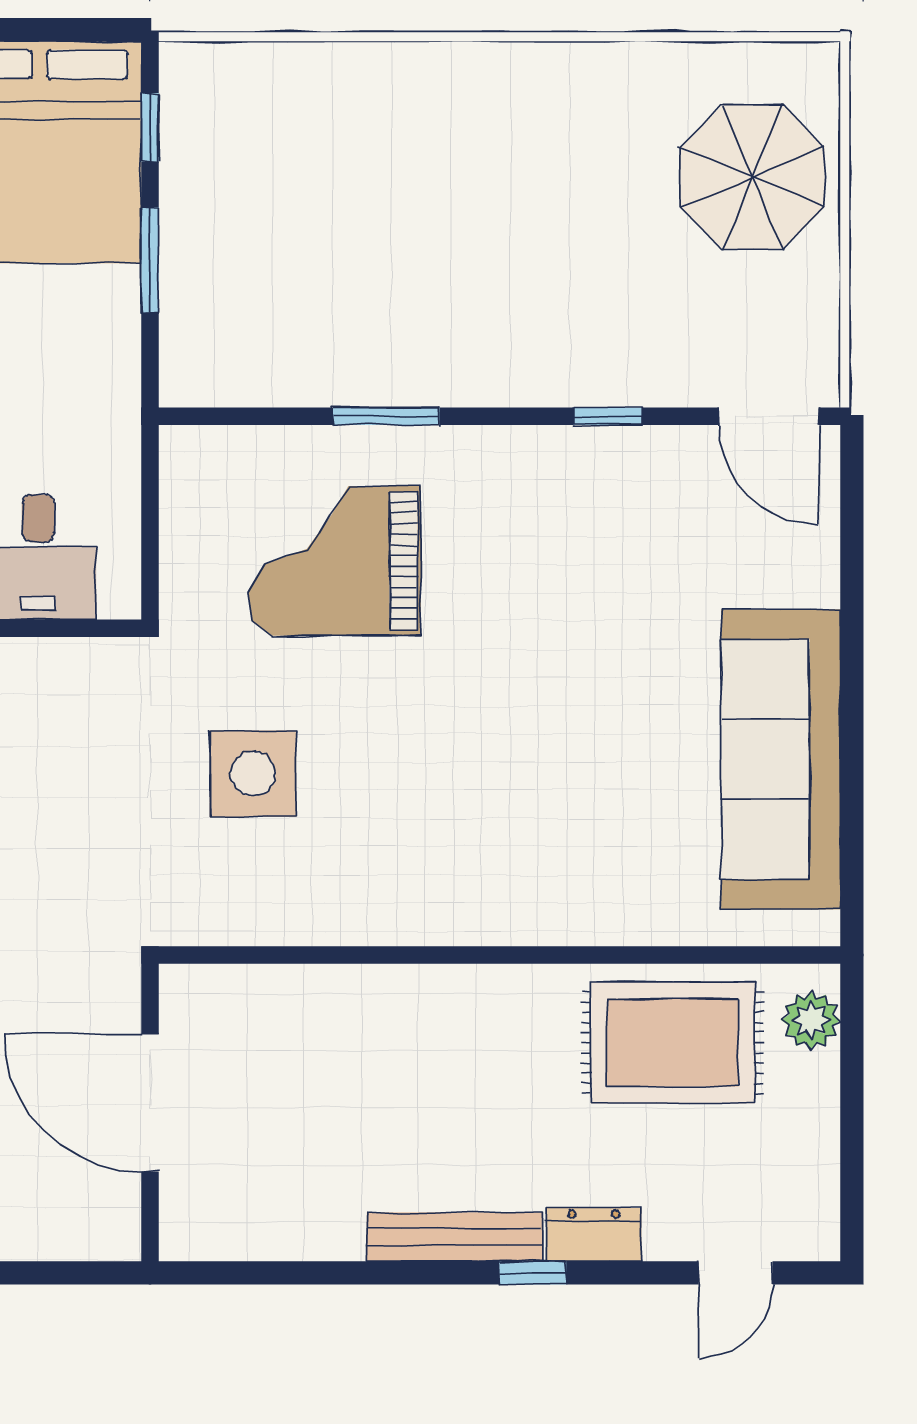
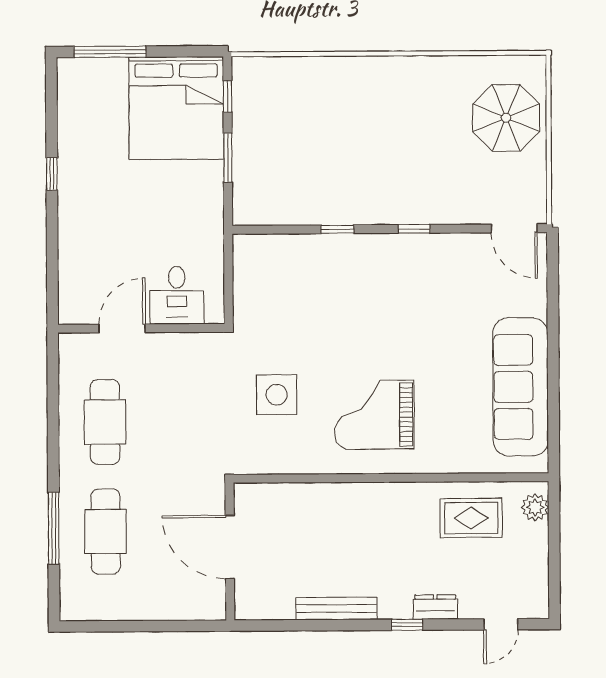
window: (386, 416) -> (337, 229), width x0.67
window: (608, 416) -> (414, 229), moved
grand piano: (334, 561) -> (374, 415), moved
rug: (673, 1043) -> (471, 518), width x0.73, depth x0.70
bench: (454, 1237) -> (336, 608), moved

